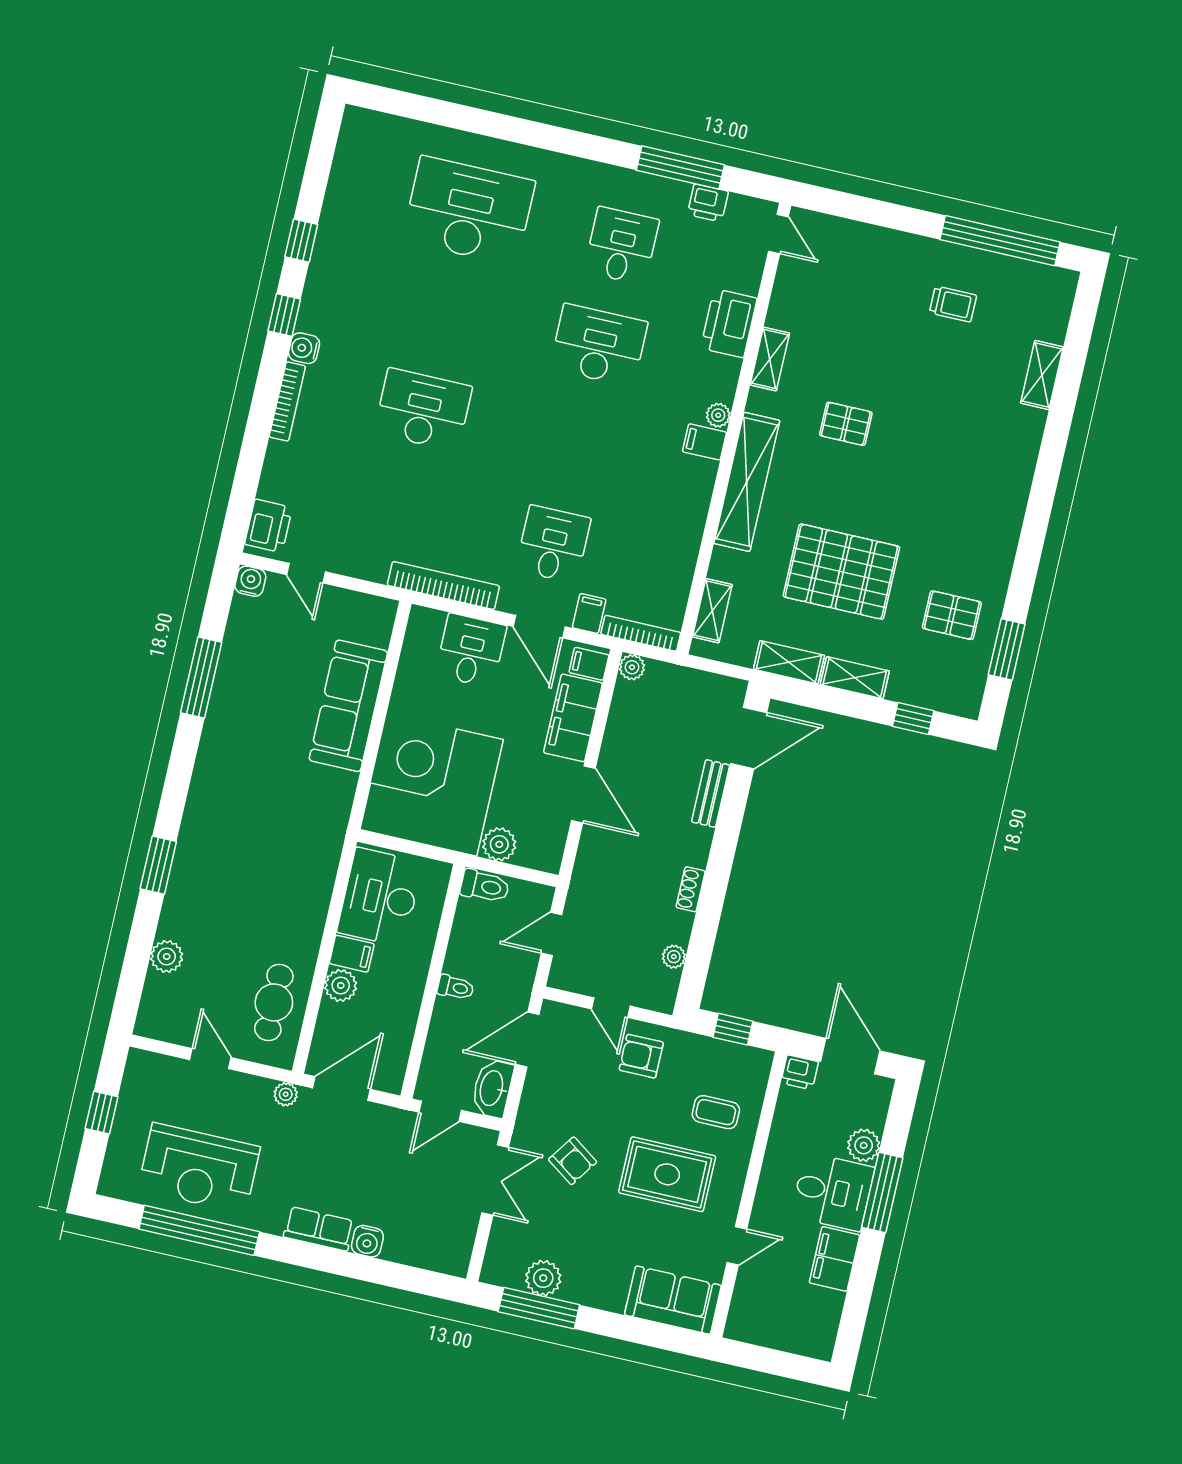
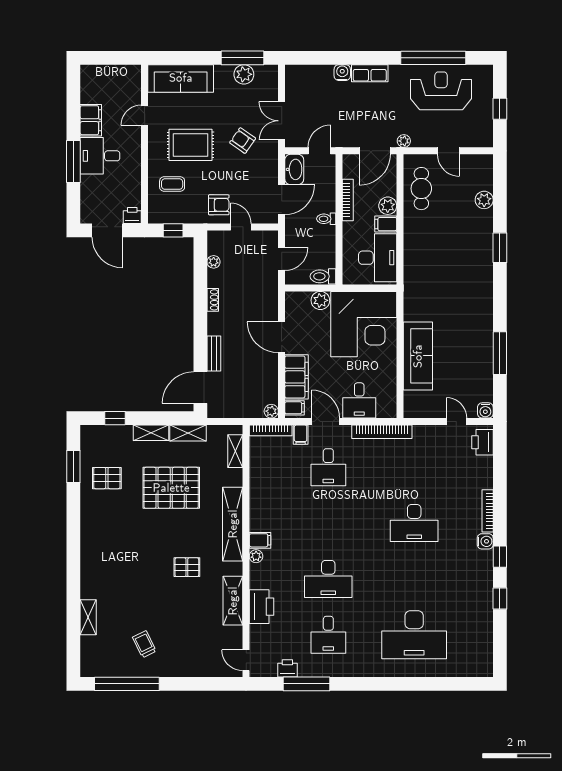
trolley: (953, 304) -> (144, 644), turned 64
shelving: (770, 359) -> (233, 601), width x1.50, depth x1.33
bookcase: (409, 1012) -> (348, 200), added
plant: (864, 1145) -> (89, 184), removed
sofa: (673, 1300) -> (181, 78), width x1.36

